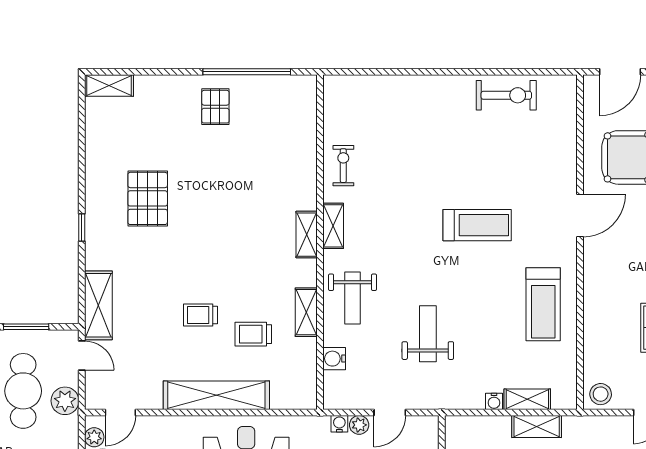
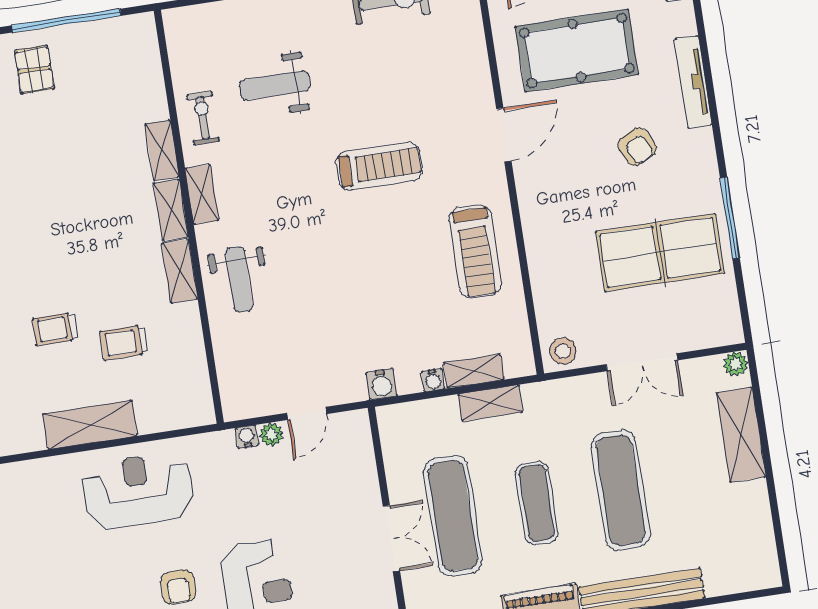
shelving: (307, 186) -> (162, 150), added
shelving: (306, 312) -> (180, 271), moved
weight bench: (428, 334) -> (275, 85), moved, turned -90
water cooler: (334, 359) -> (381, 384), moved, turned -90
shelving: (216, 395) -> (90, 425), width x0.68

